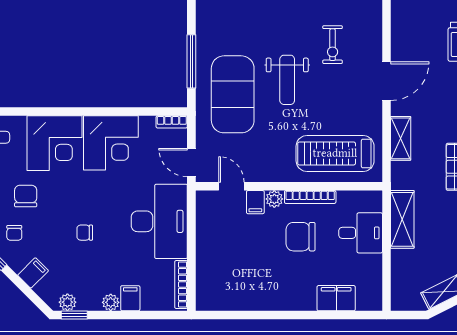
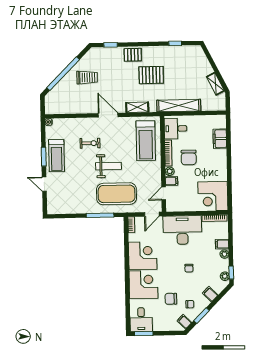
shelving: (402, 219) -> (179, 106), width x1.47
desk: (361, 233) -> (176, 129), moved, turned -90
corner desk: (224, 282) -> (213, 196), added

